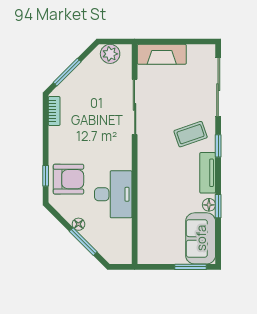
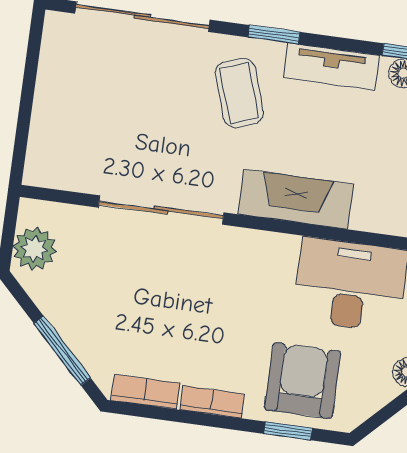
fireplace: (162, 54) -> (296, 199), moved, turned -90
bookcase: (54, 141) -> (212, 402), added

